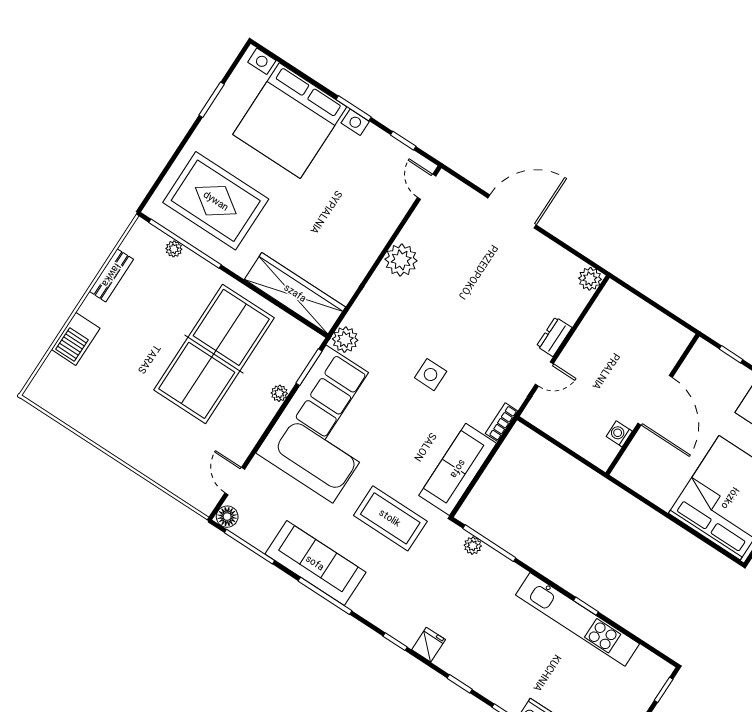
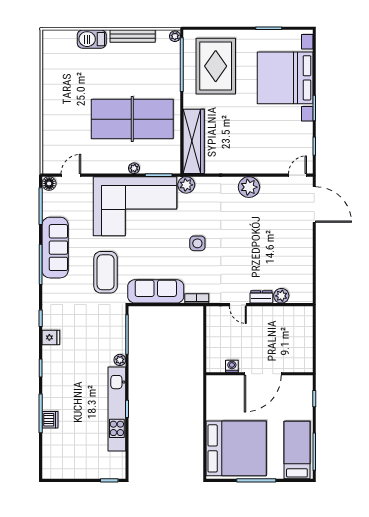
door: (512, 212) -> (314, 204), moved
plant: (174, 249) -> (175, 36), moved
bench: (111, 275) -> (133, 36), width x1.36
plant: (590, 279) -> (281, 296), moved
plant: (473, 546) -> (120, 360), moved

